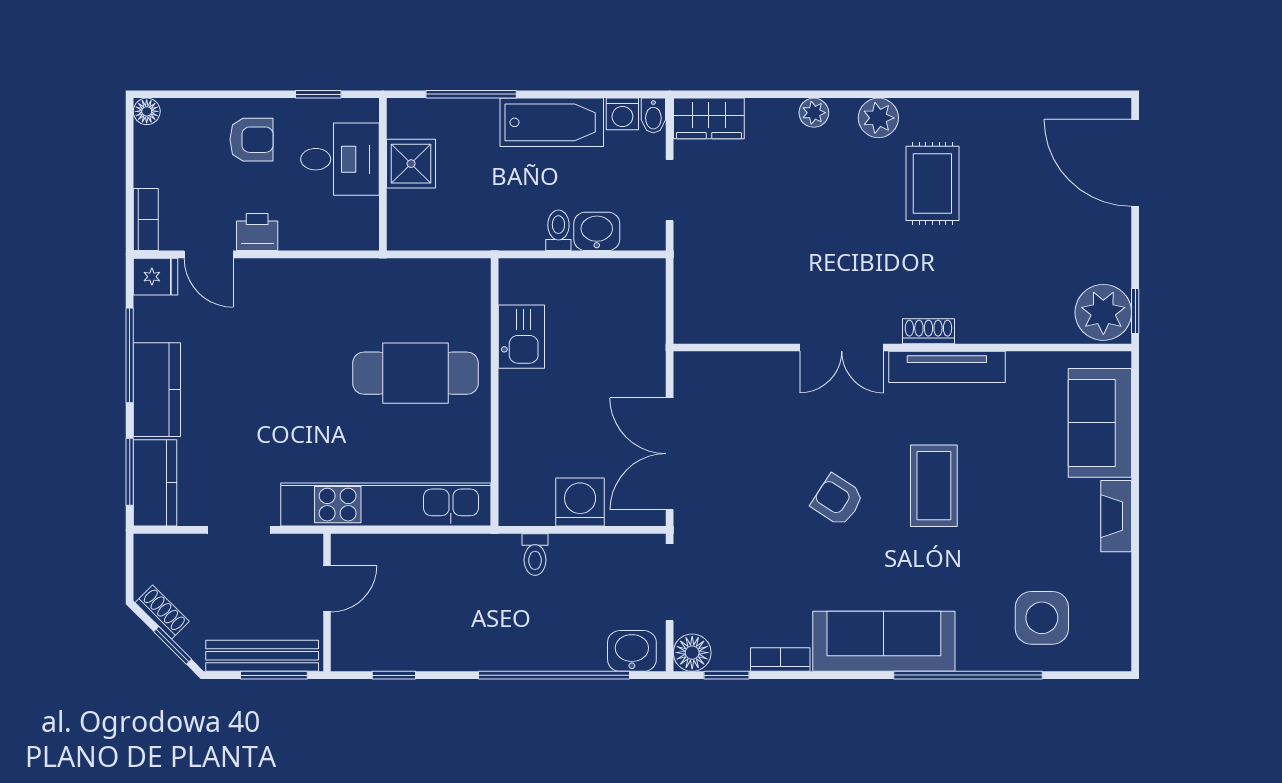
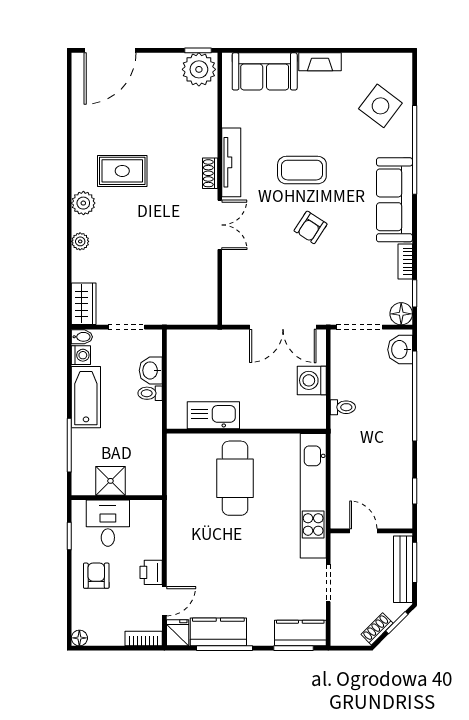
kitchen sink: (521, 337) -> (213, 415), width x1.38
kitchen counter: (157, 390) -> (218, 632), moved
side table: (1042, 618) -> (380, 106), turned 37

